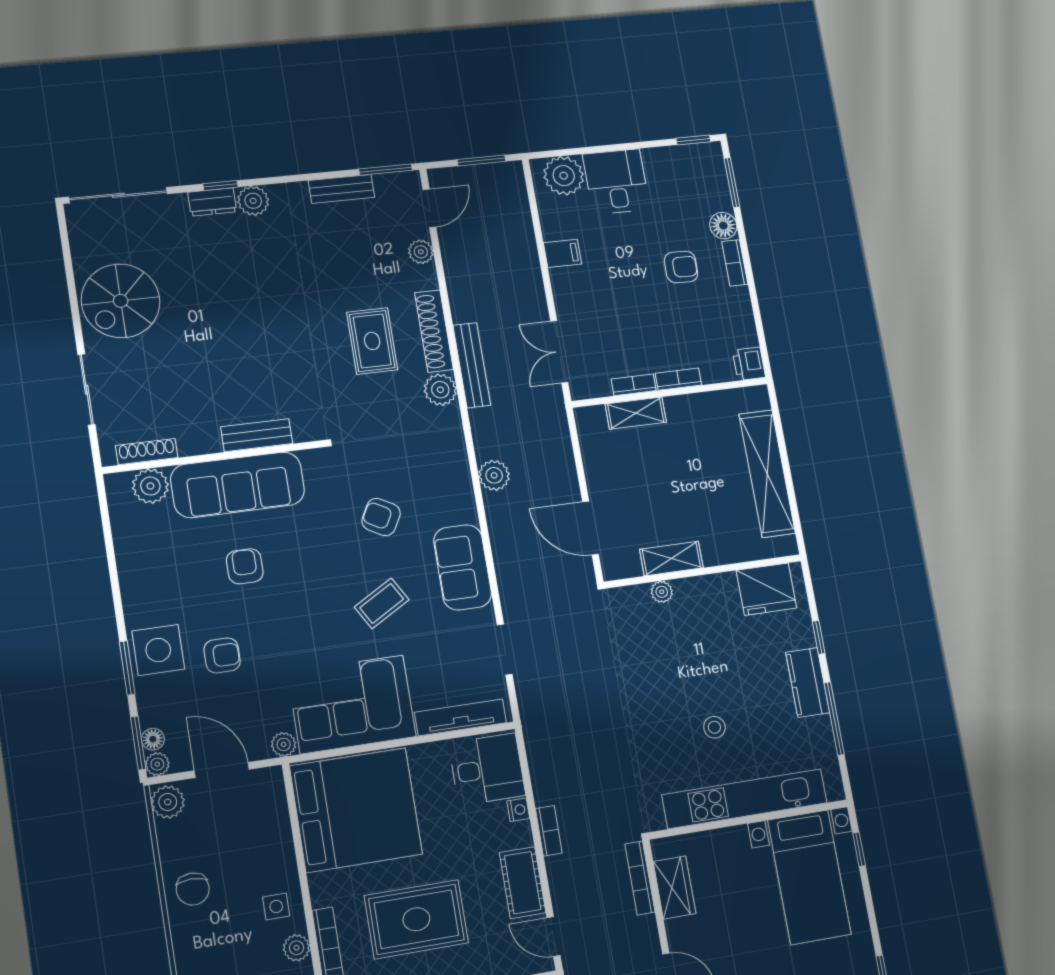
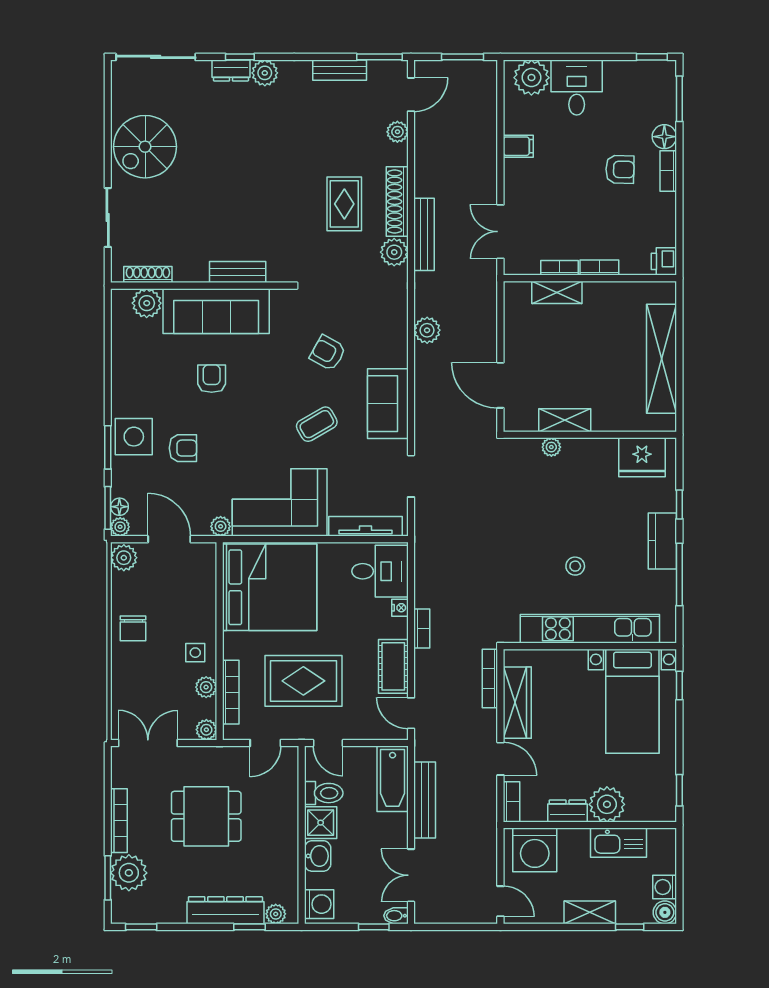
wardrobe: (675, 887) -> (517, 703), width x1.50

